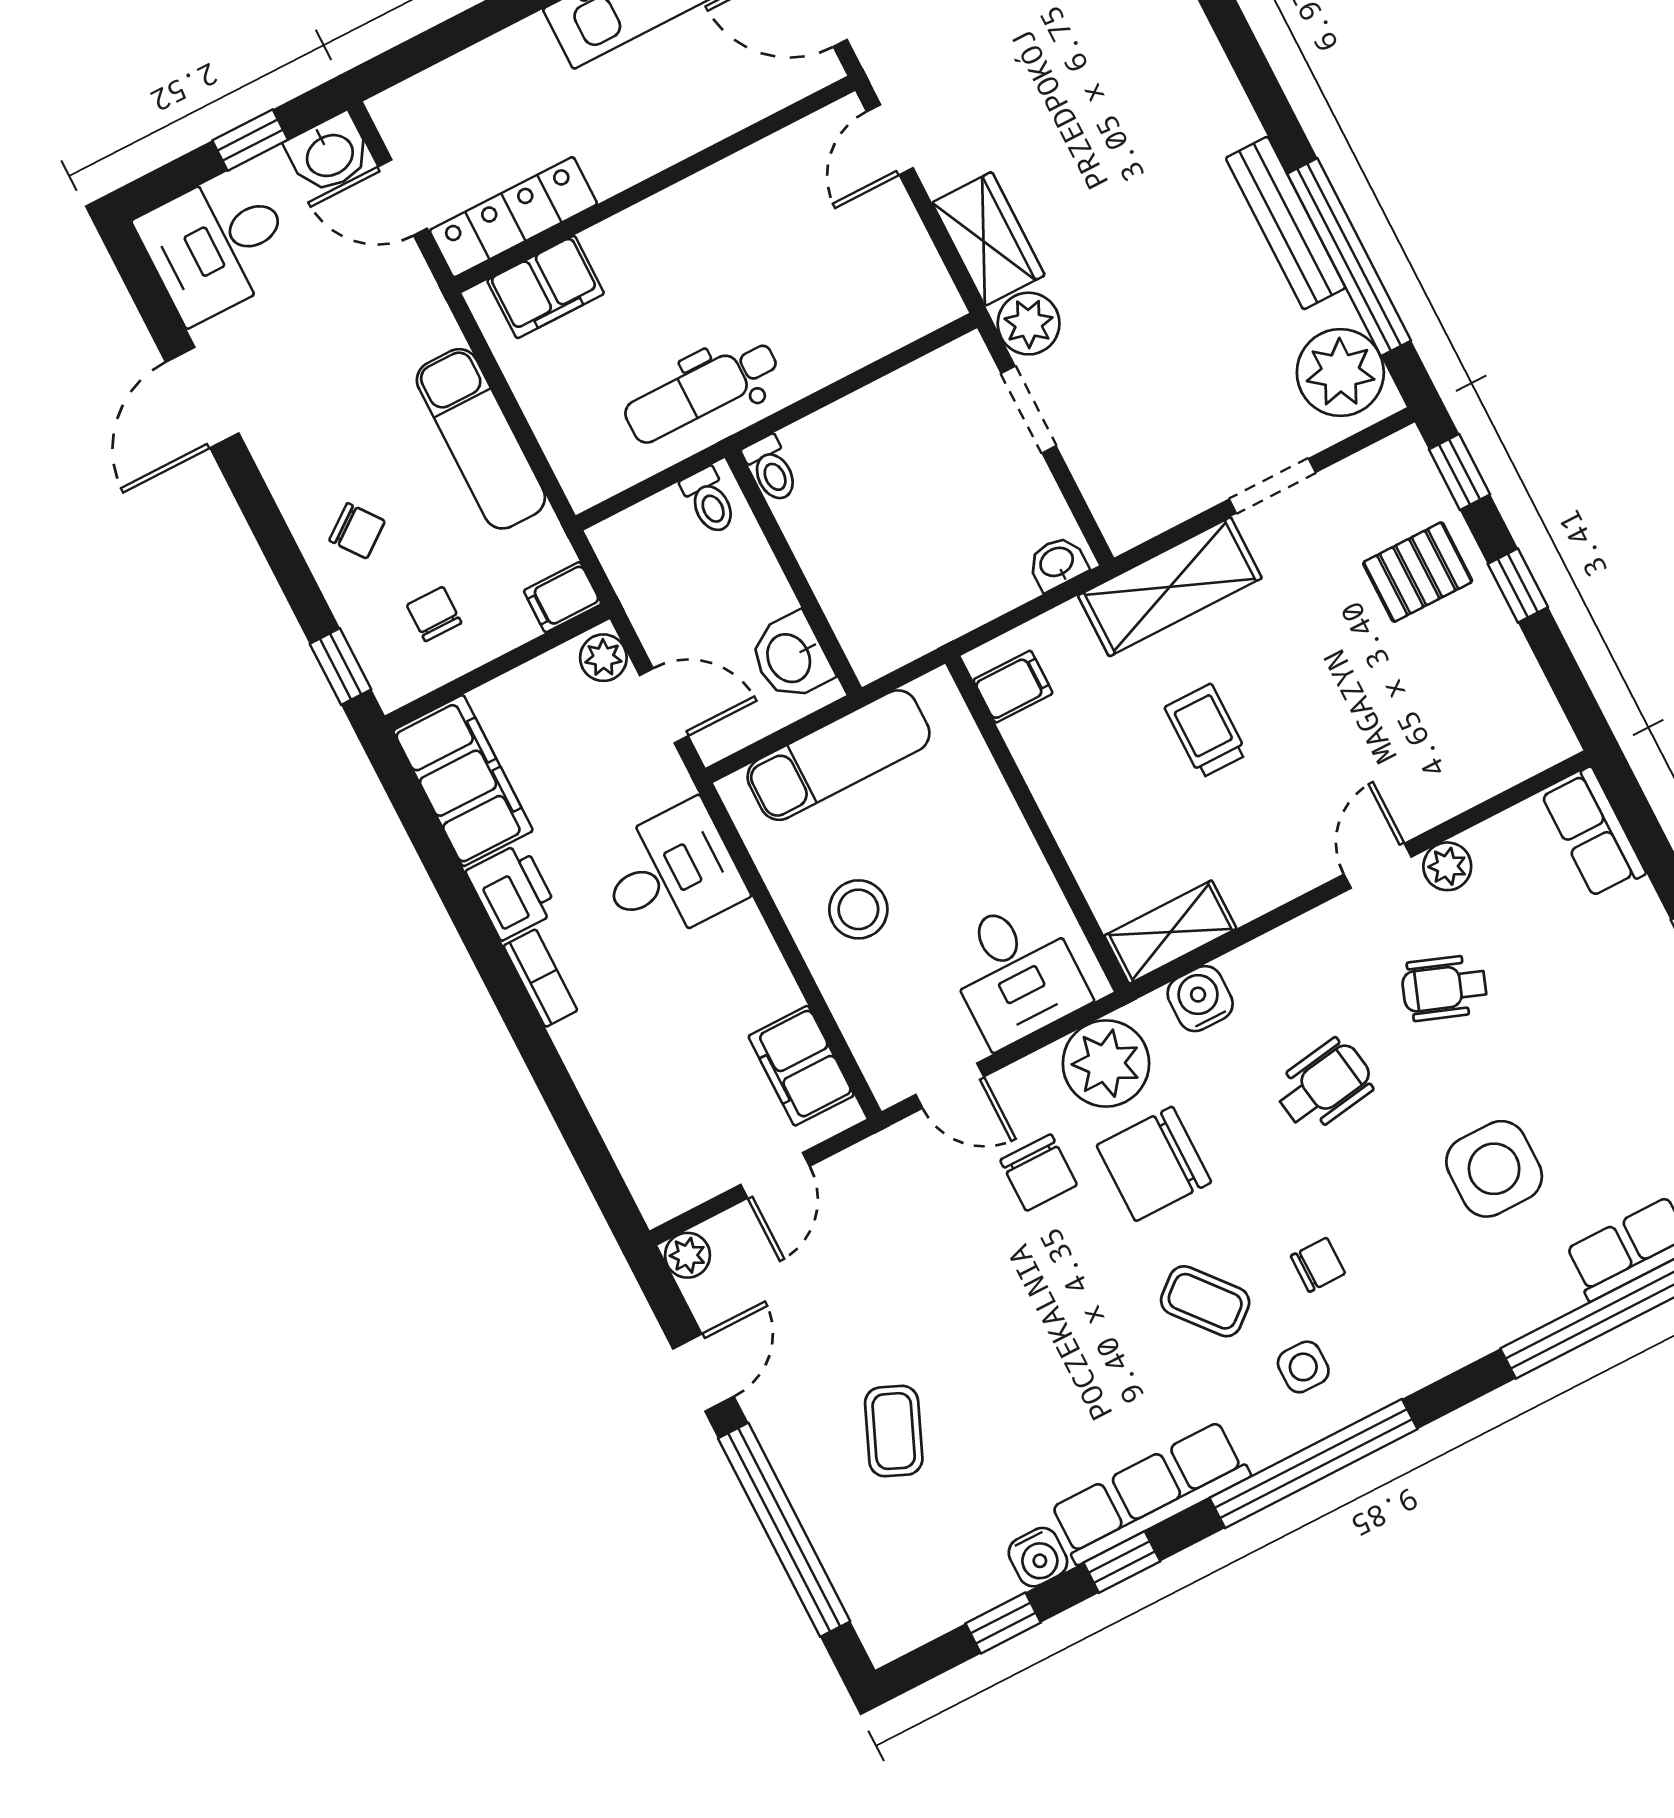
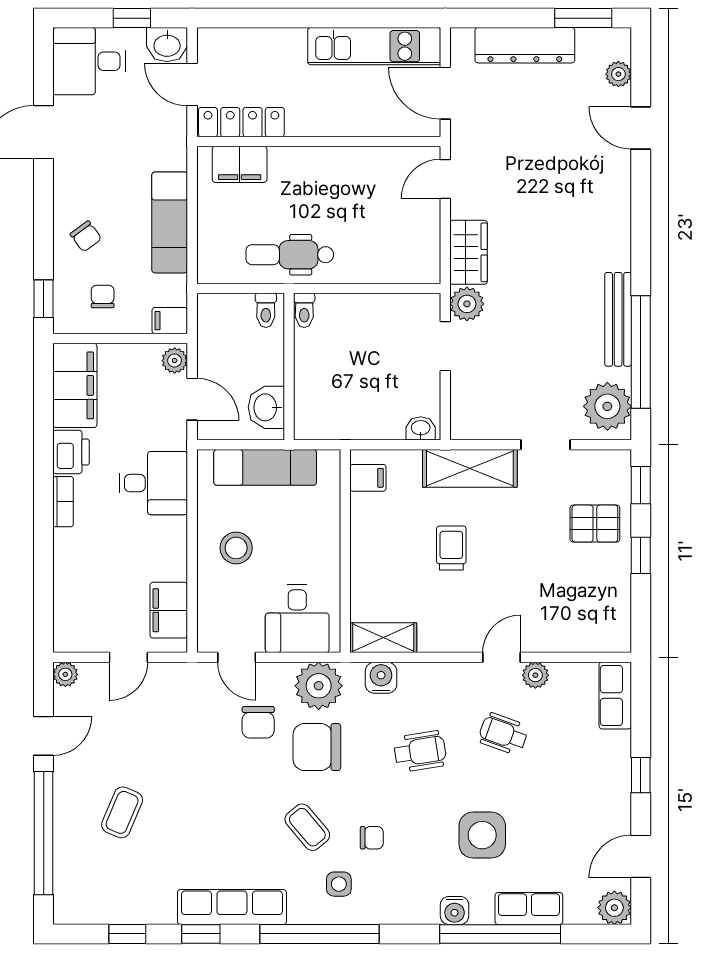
water cooler: (1038, 1557) -> (455, 910), moved

